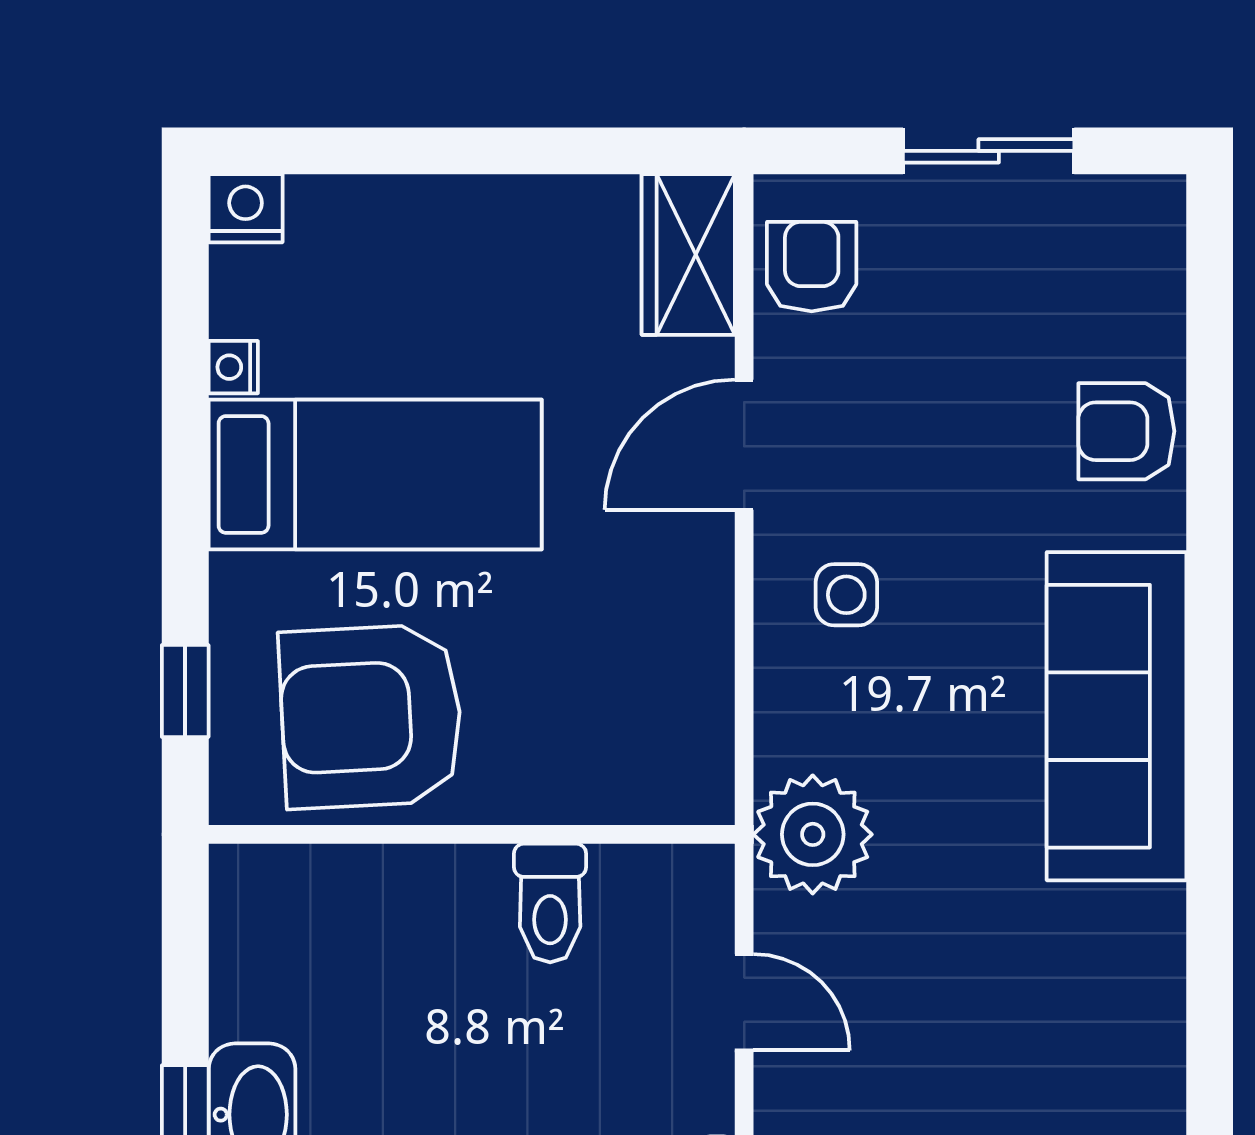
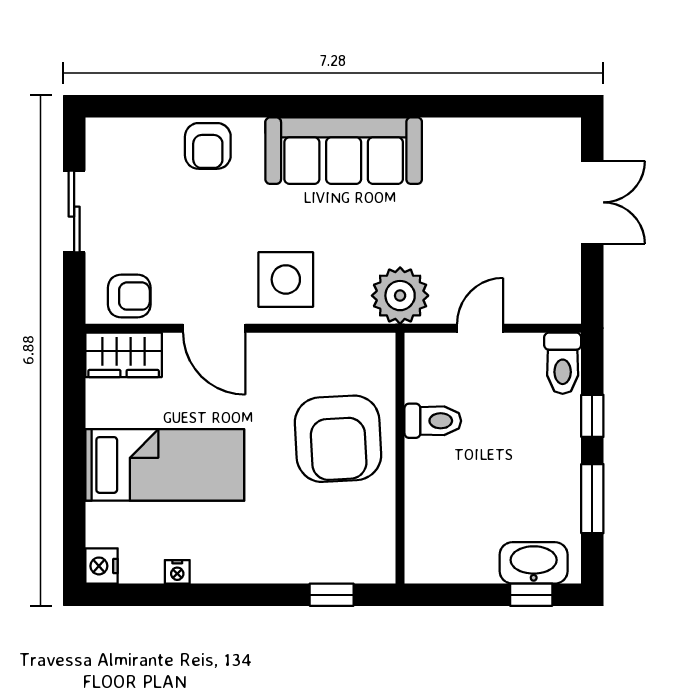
armchair: (812, 267) -> (129, 296), turned 180
bed: (375, 474) -> (165, 465), moved, turned 90
side table: (846, 595) -> (286, 279), width x1.87, depth x1.87
armchair: (371, 716) -> (338, 439), moved

